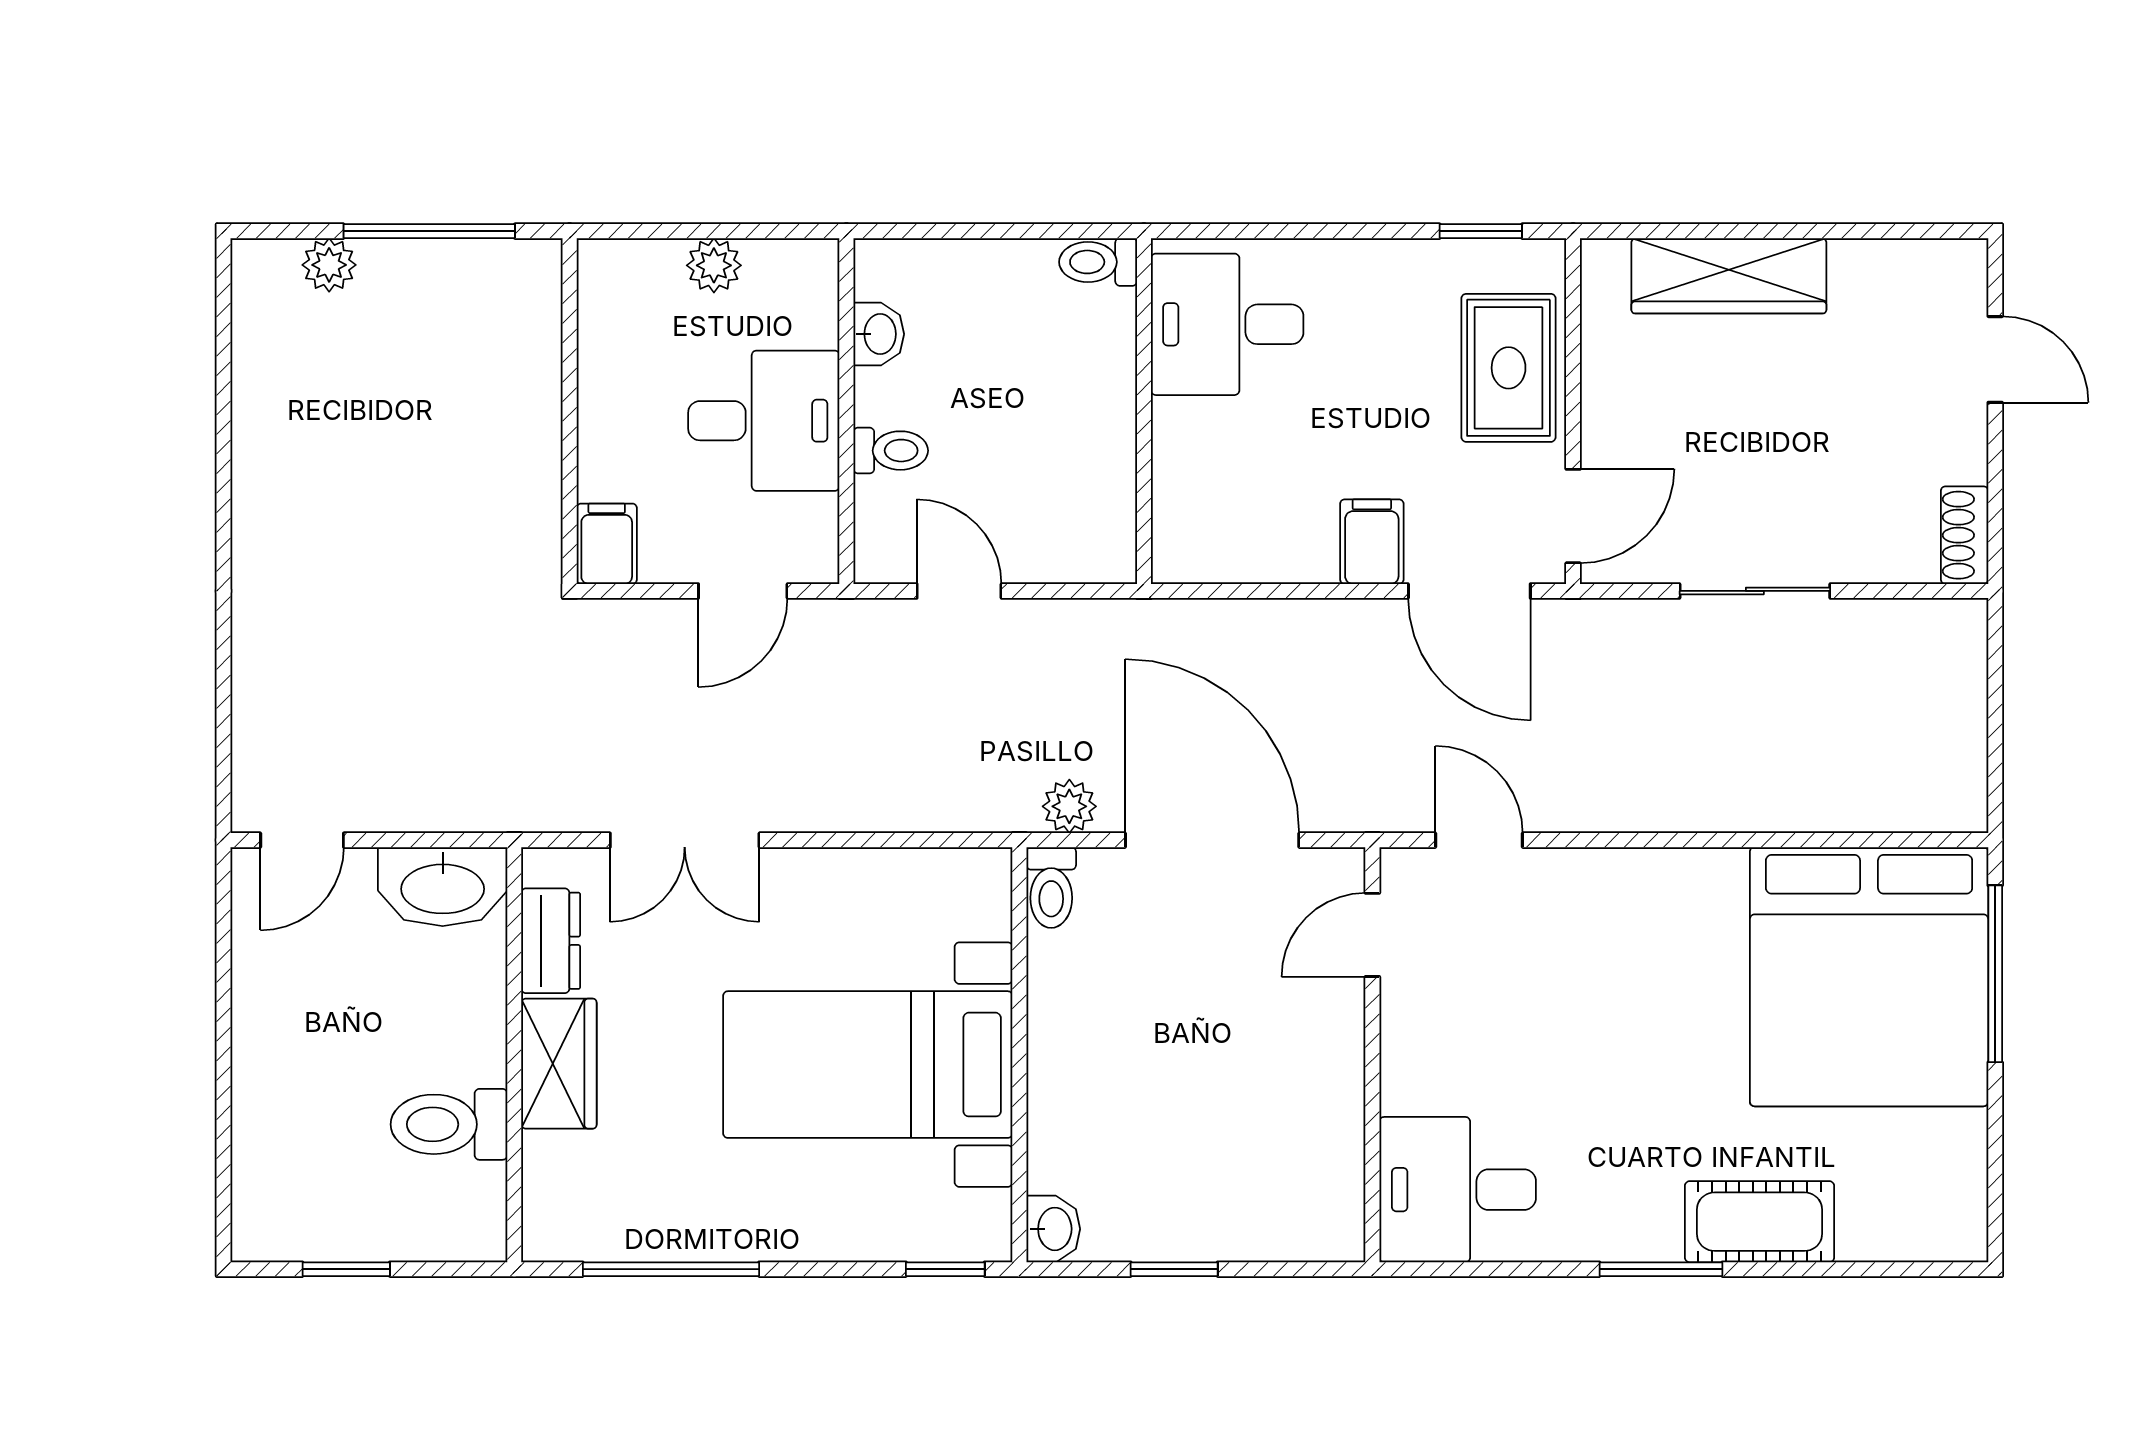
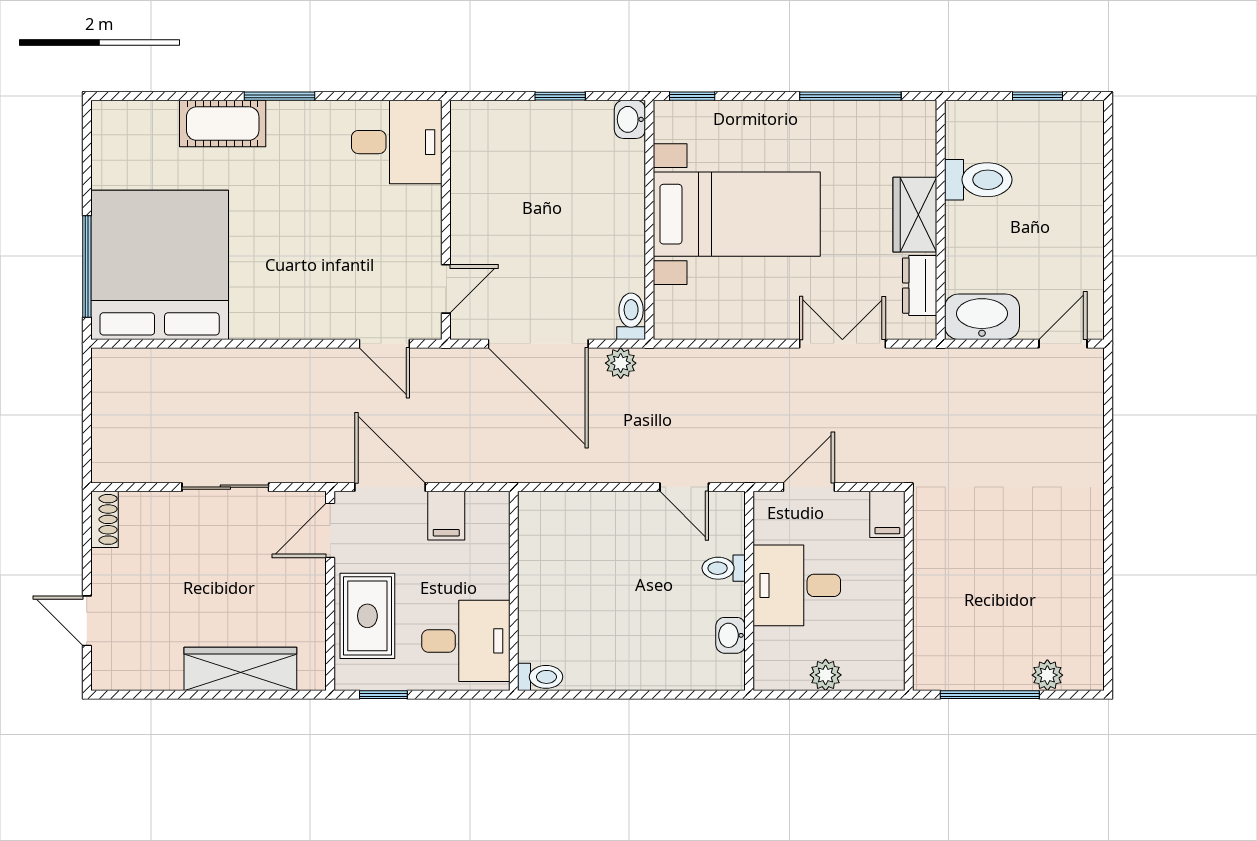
toilet: (1098, 262) -> (540, 677), moved
desk: (1227, 324) -> (466, 641), moved
wall: (1144, 411) -> (514, 591), moved

